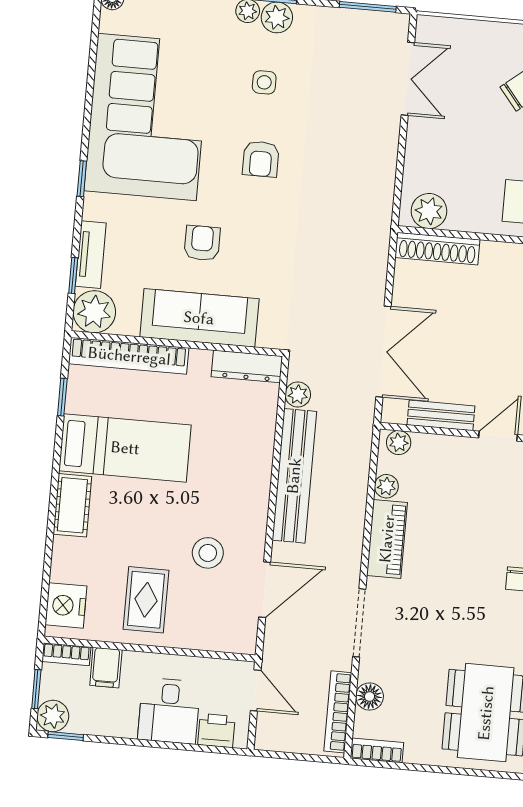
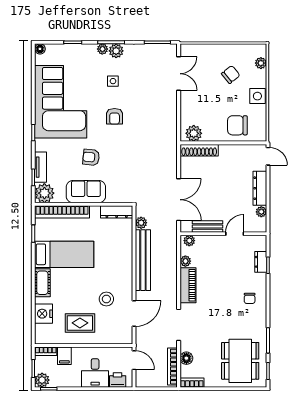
armchair: (202, 243) -> (91, 157), turned -84
sofa: (199, 318) -> (86, 192), width x0.73
rug: (146, 600) -> (80, 323), turned 90
nightstand: (66, 605) -> (44, 314), moved

